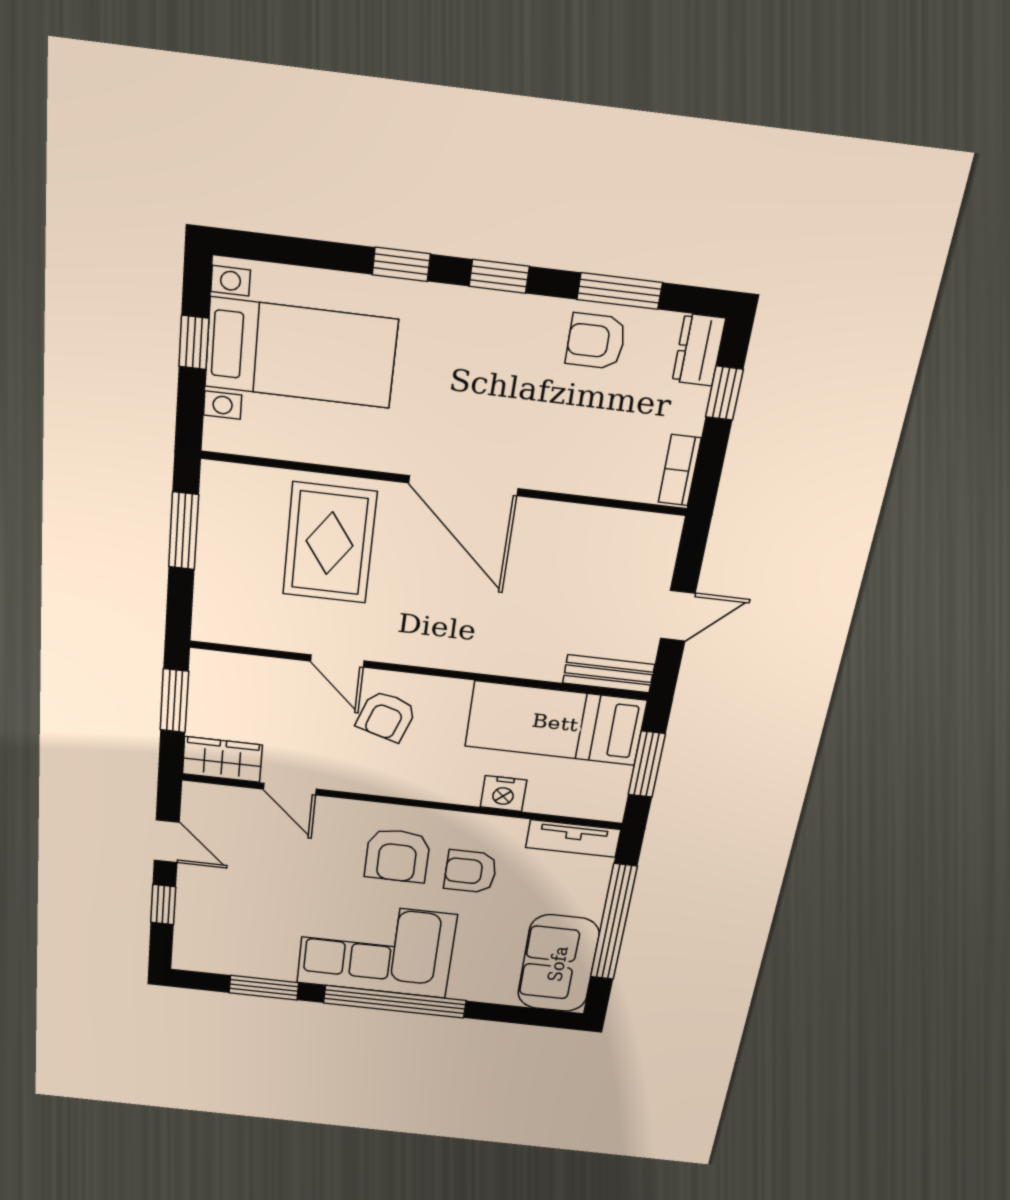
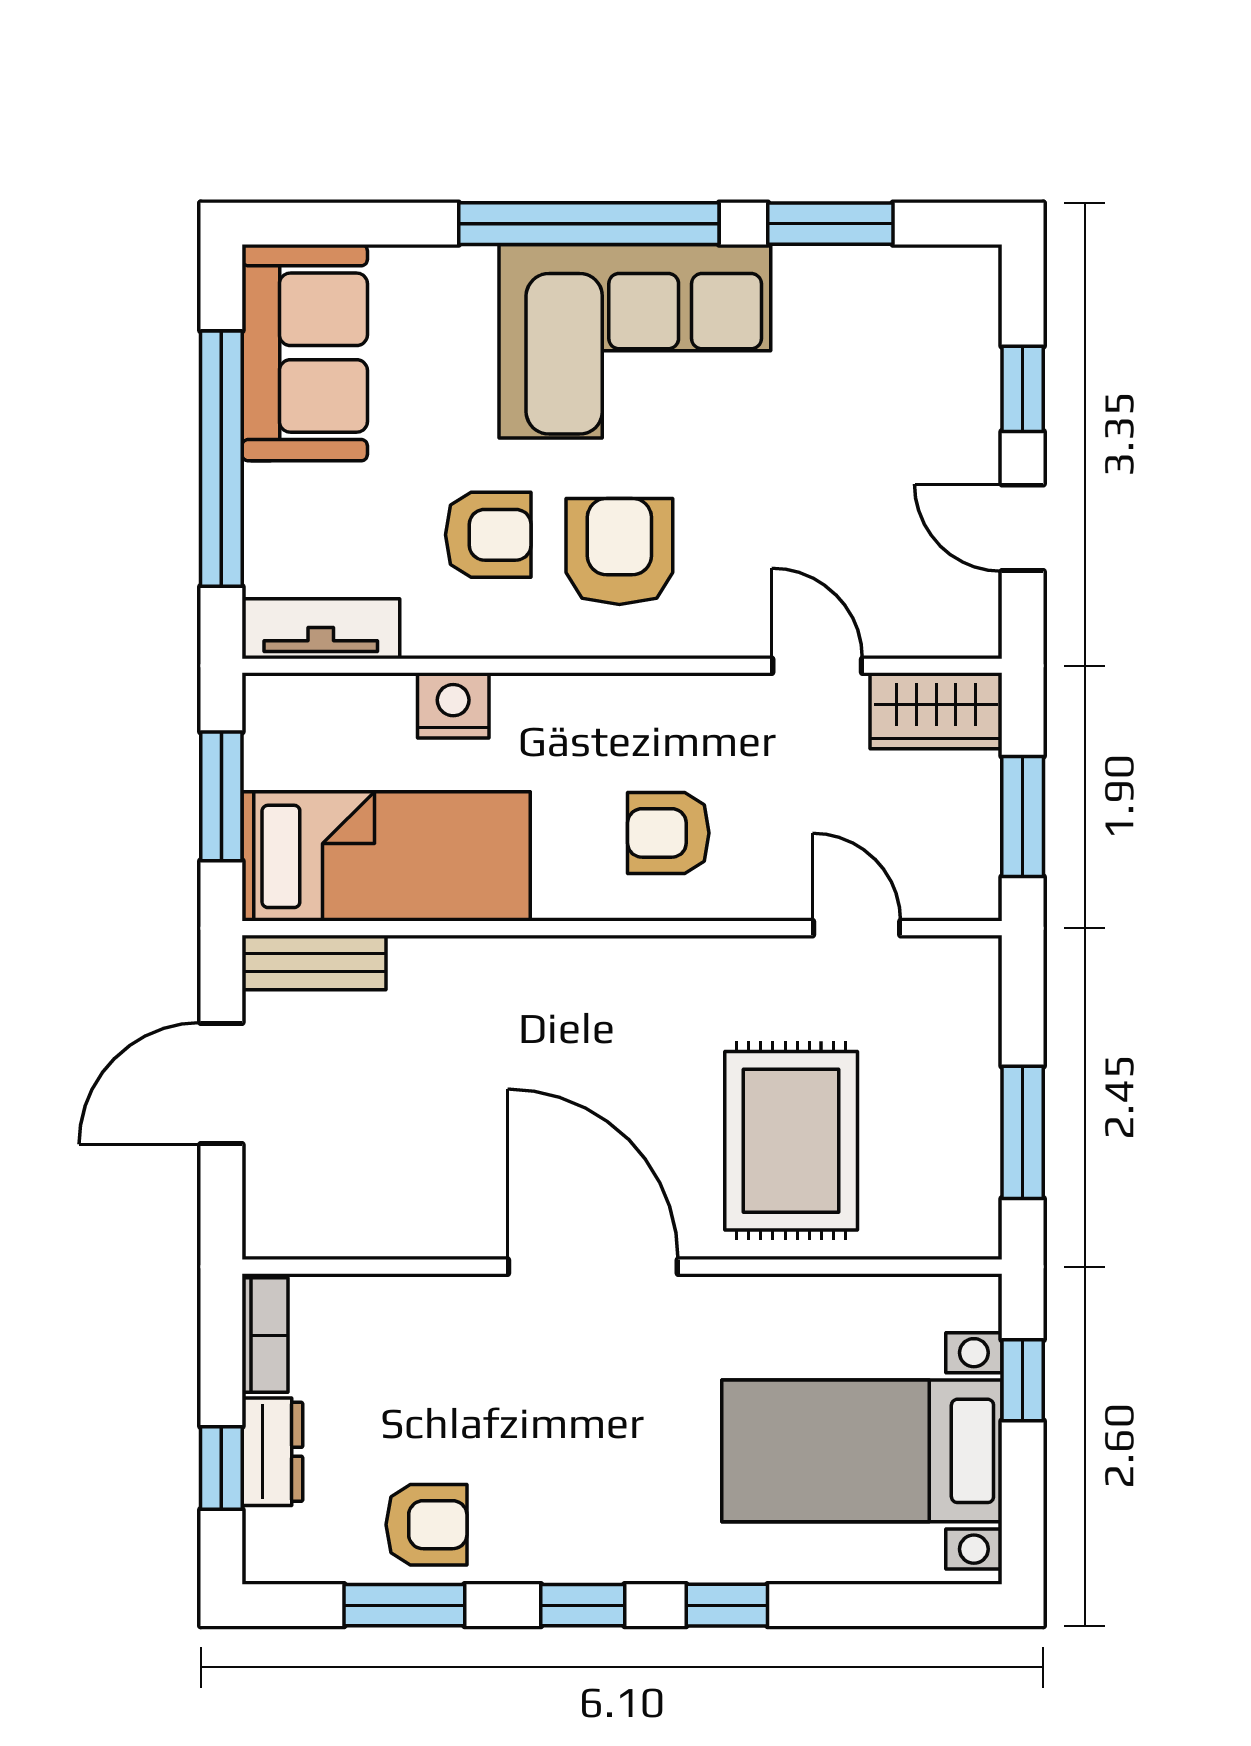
window: (194, 342) -> (1023, 1380), moved
dresser: (699, 350) -> (272, 1452), moved
door: (678, 616) -> (221, 1083), width x1.37
door: (337, 661) -> (857, 928), moved
armchair: (386, 716) -> (668, 833), turned -108

